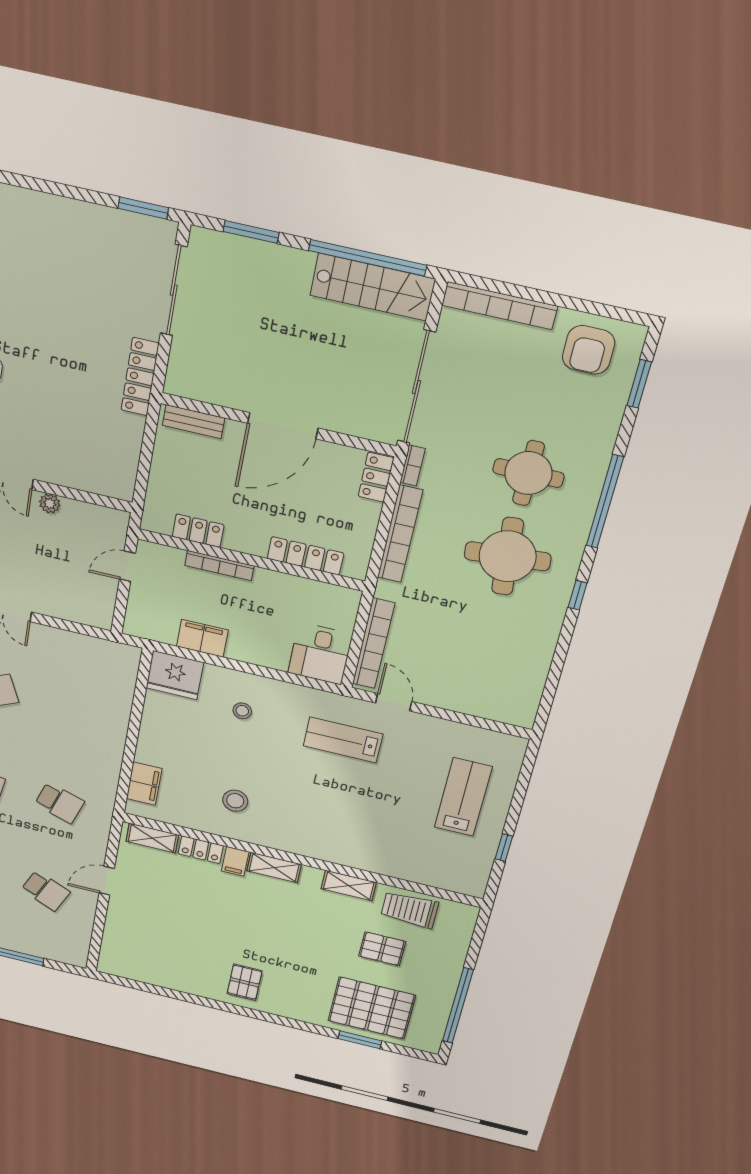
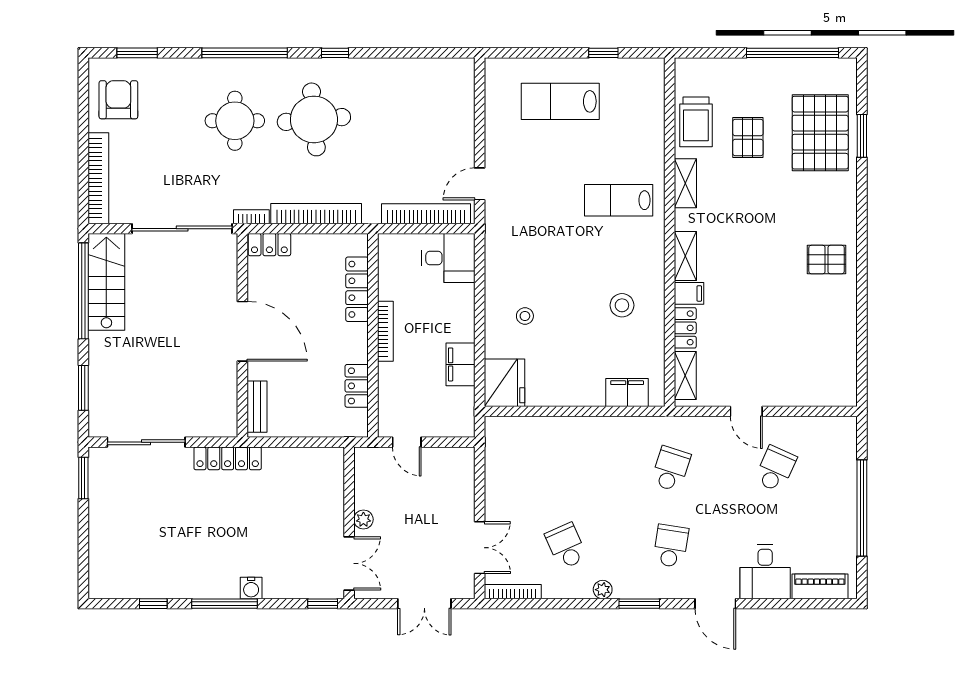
armchair: (589, 350) -> (118, 100), turned -90
bookcase: (219, 566) -> (385, 331), moved
lab bench: (343, 740) -> (619, 200), moved, turned 90

